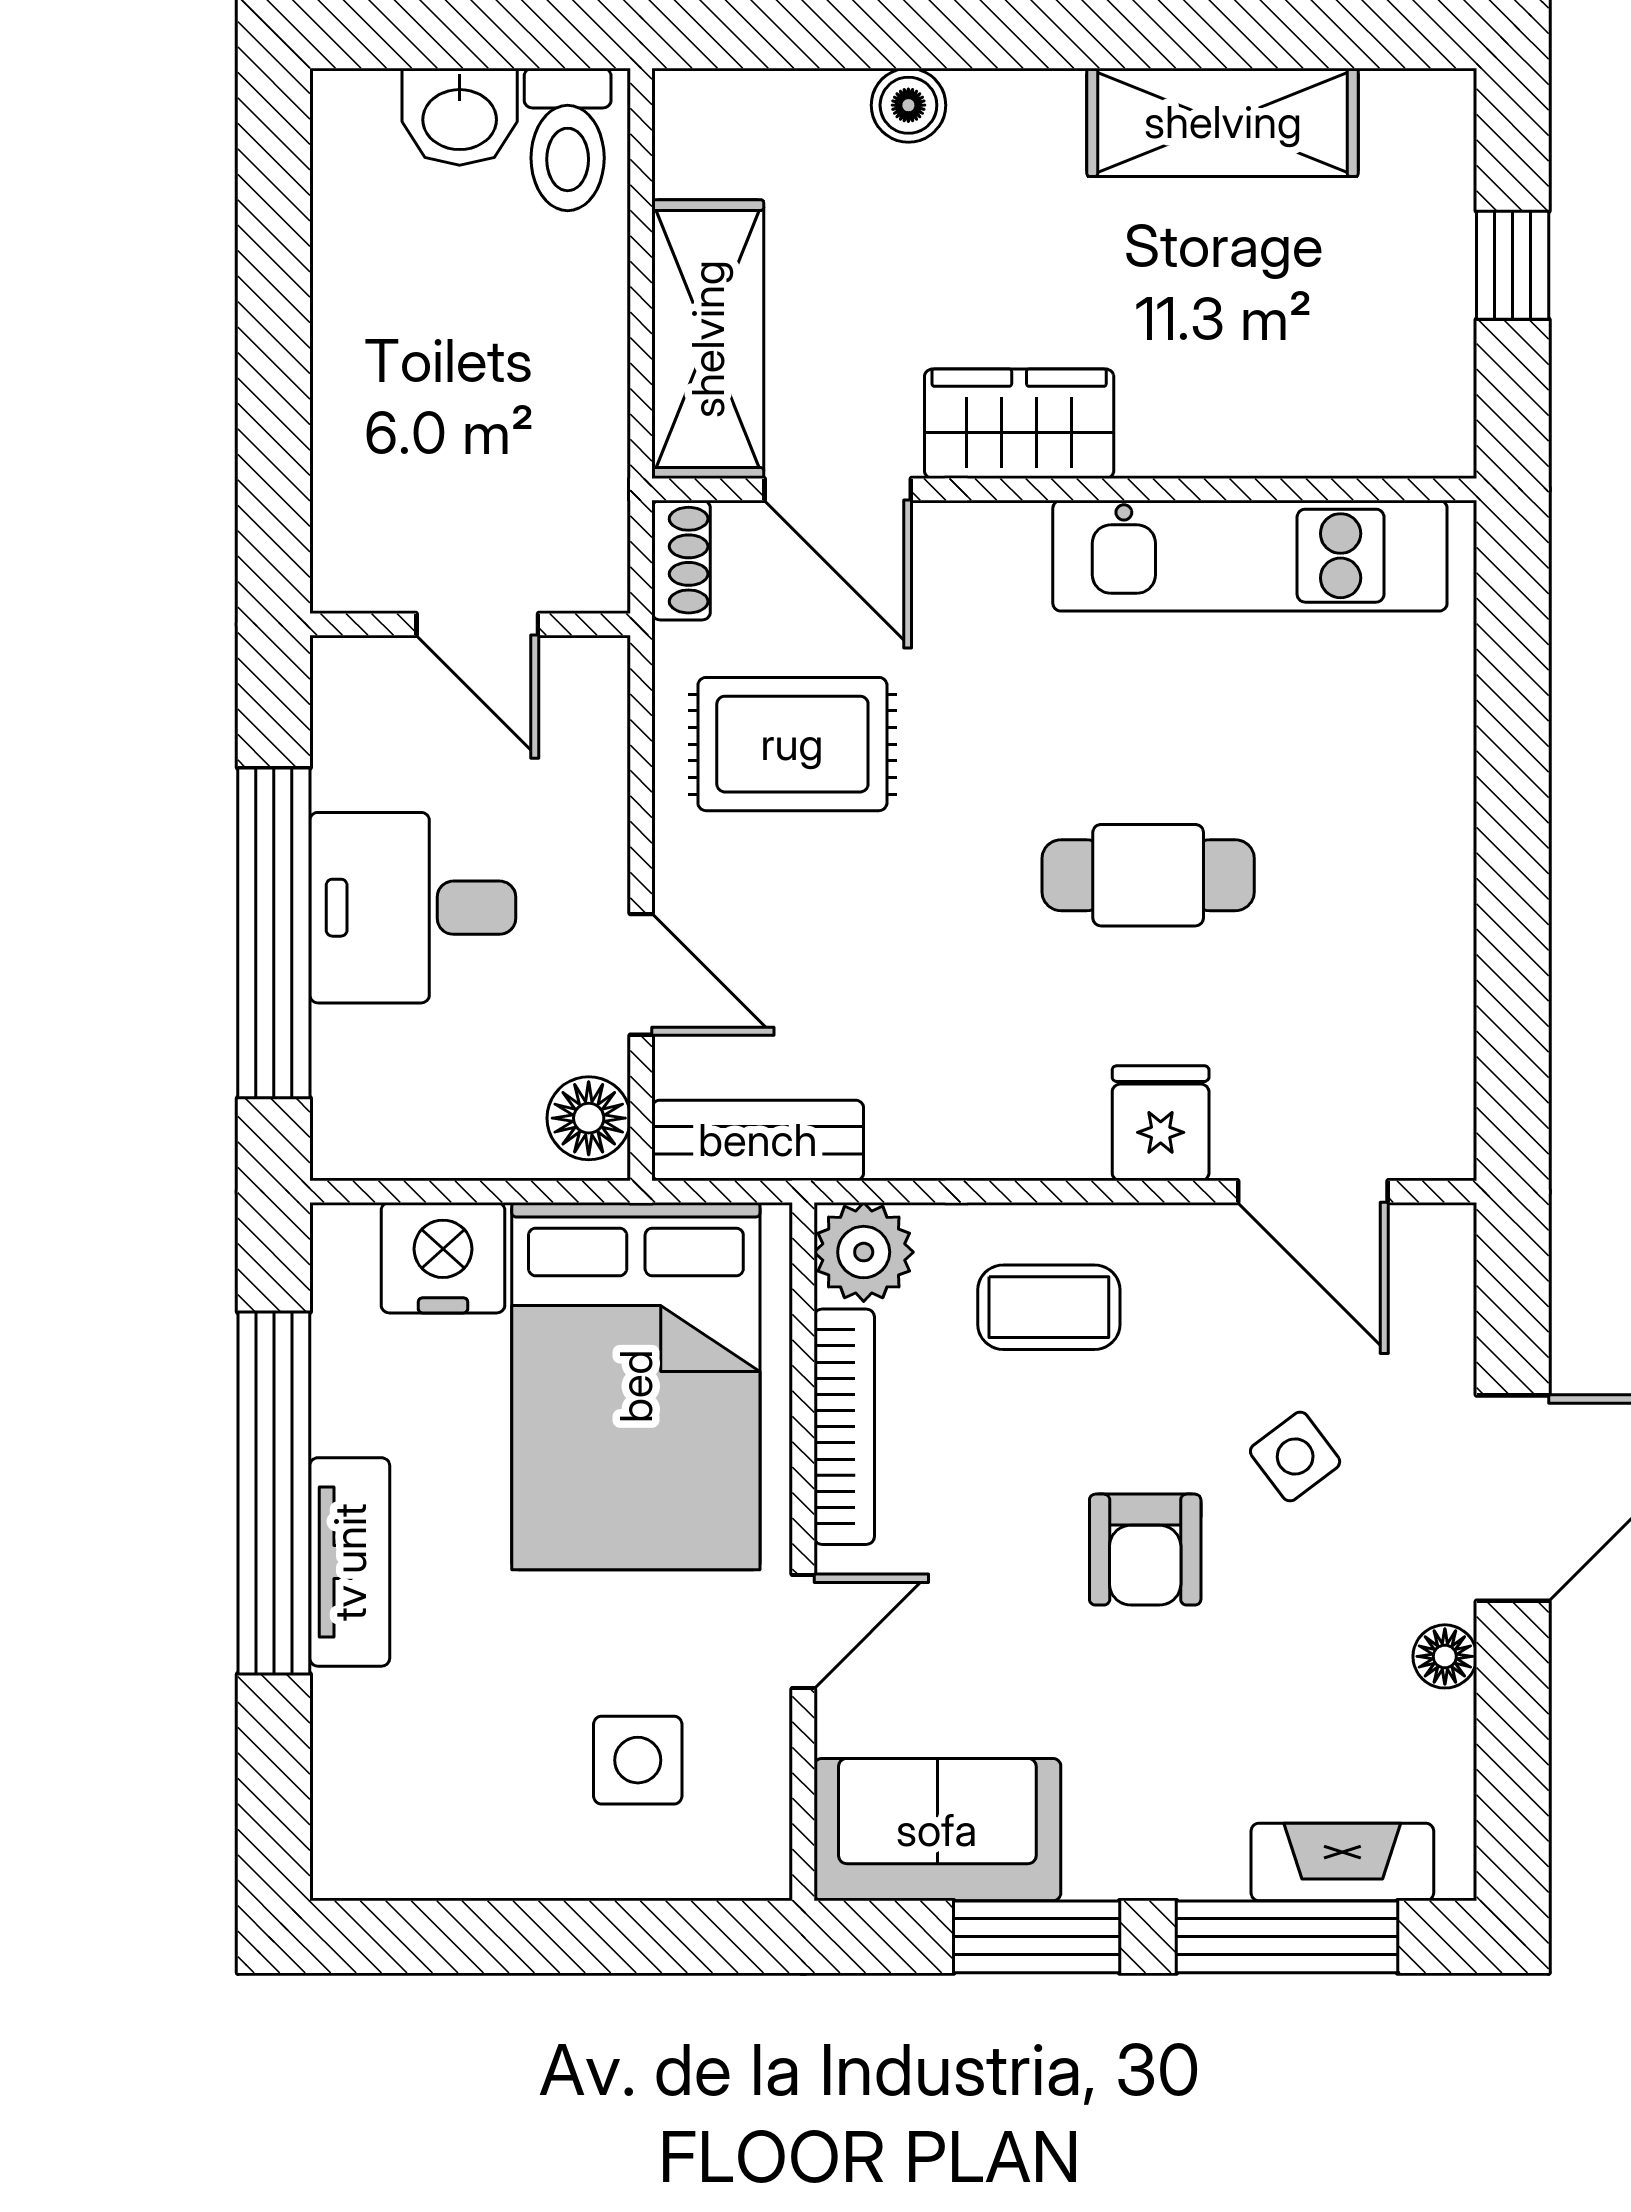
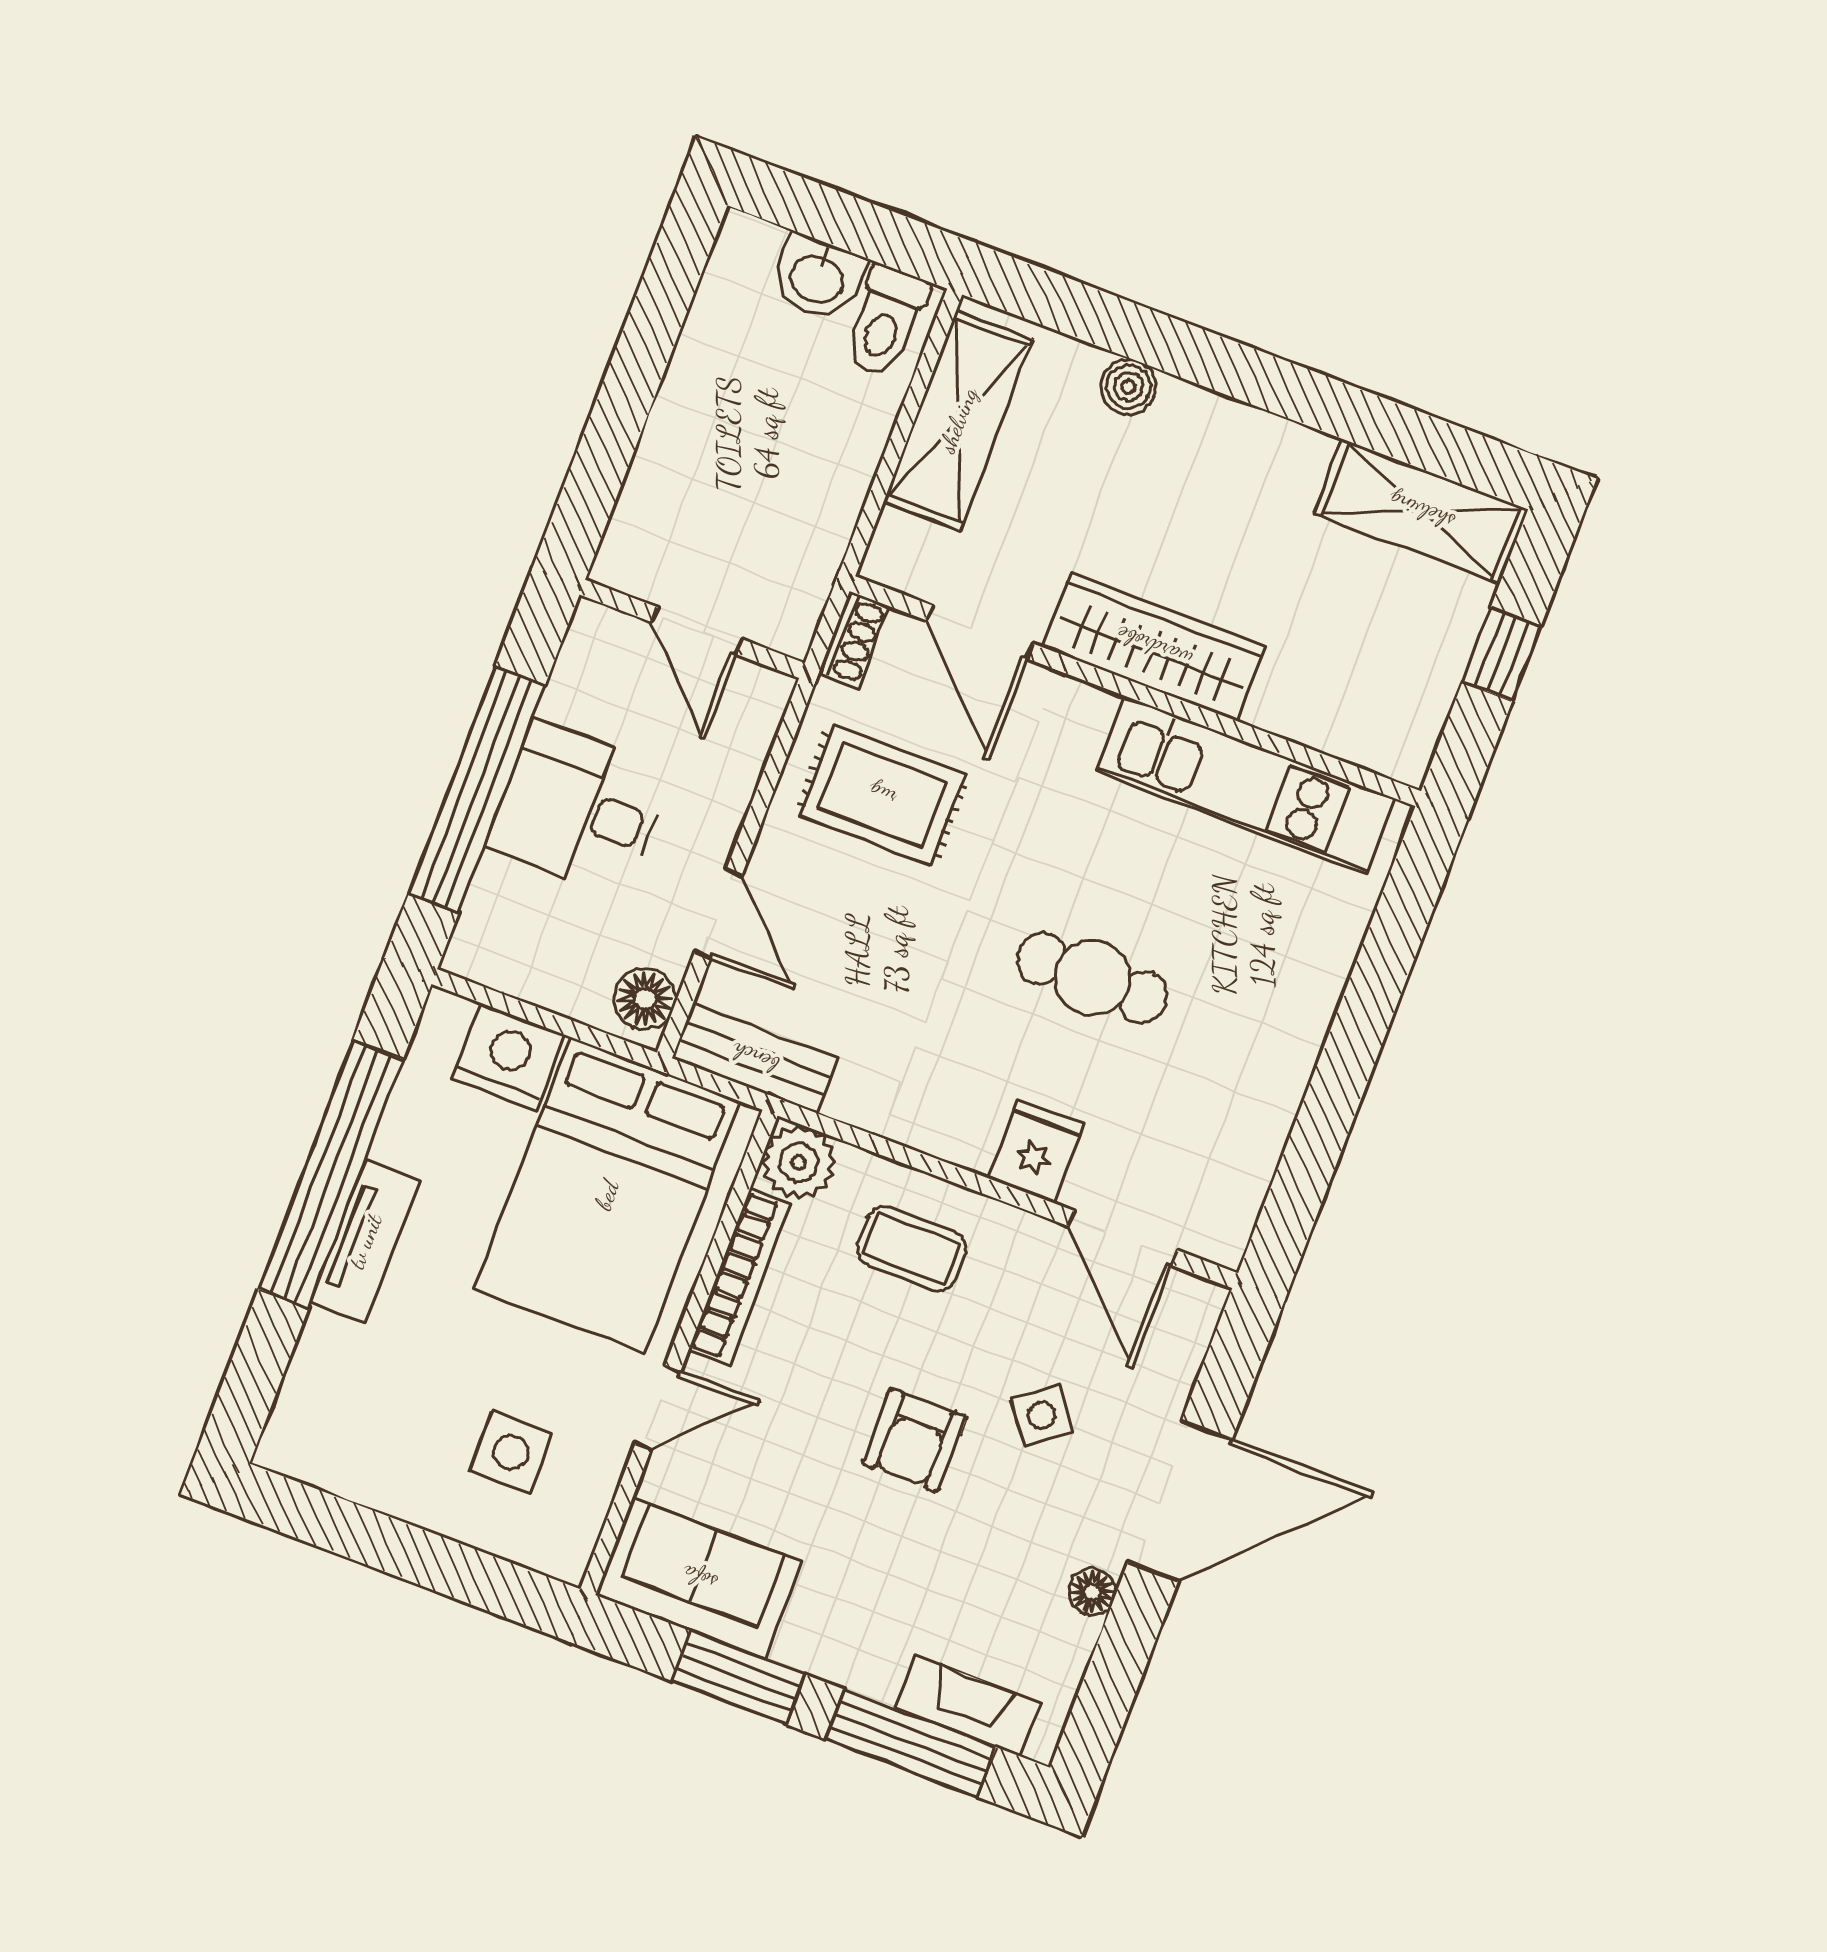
shelving: (1223, 122) -> (1421, 511), moved
shelving: (708, 339) -> (958, 420), moved
wardrobe: (1019, 424) -> (1154, 647), width x1.50

